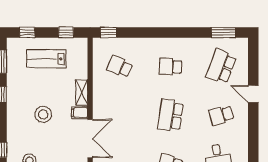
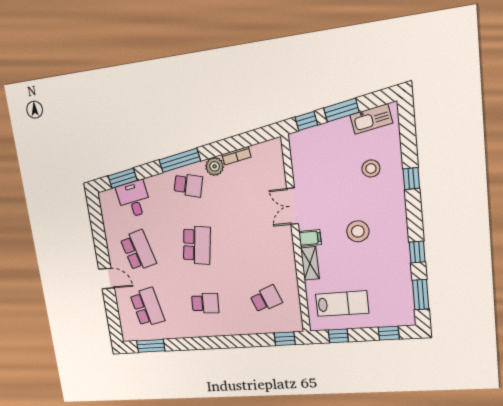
lab bench: (46, 59) -> (342, 304), moved
school desk: (120, 67) -> (266, 299), turned -45
school desk: (221, 67) -> (147, 307), turned -33
school desk: (221, 115) -> (138, 251), width x1.85
double door: (90, 139) -> (293, 206), width x0.73

